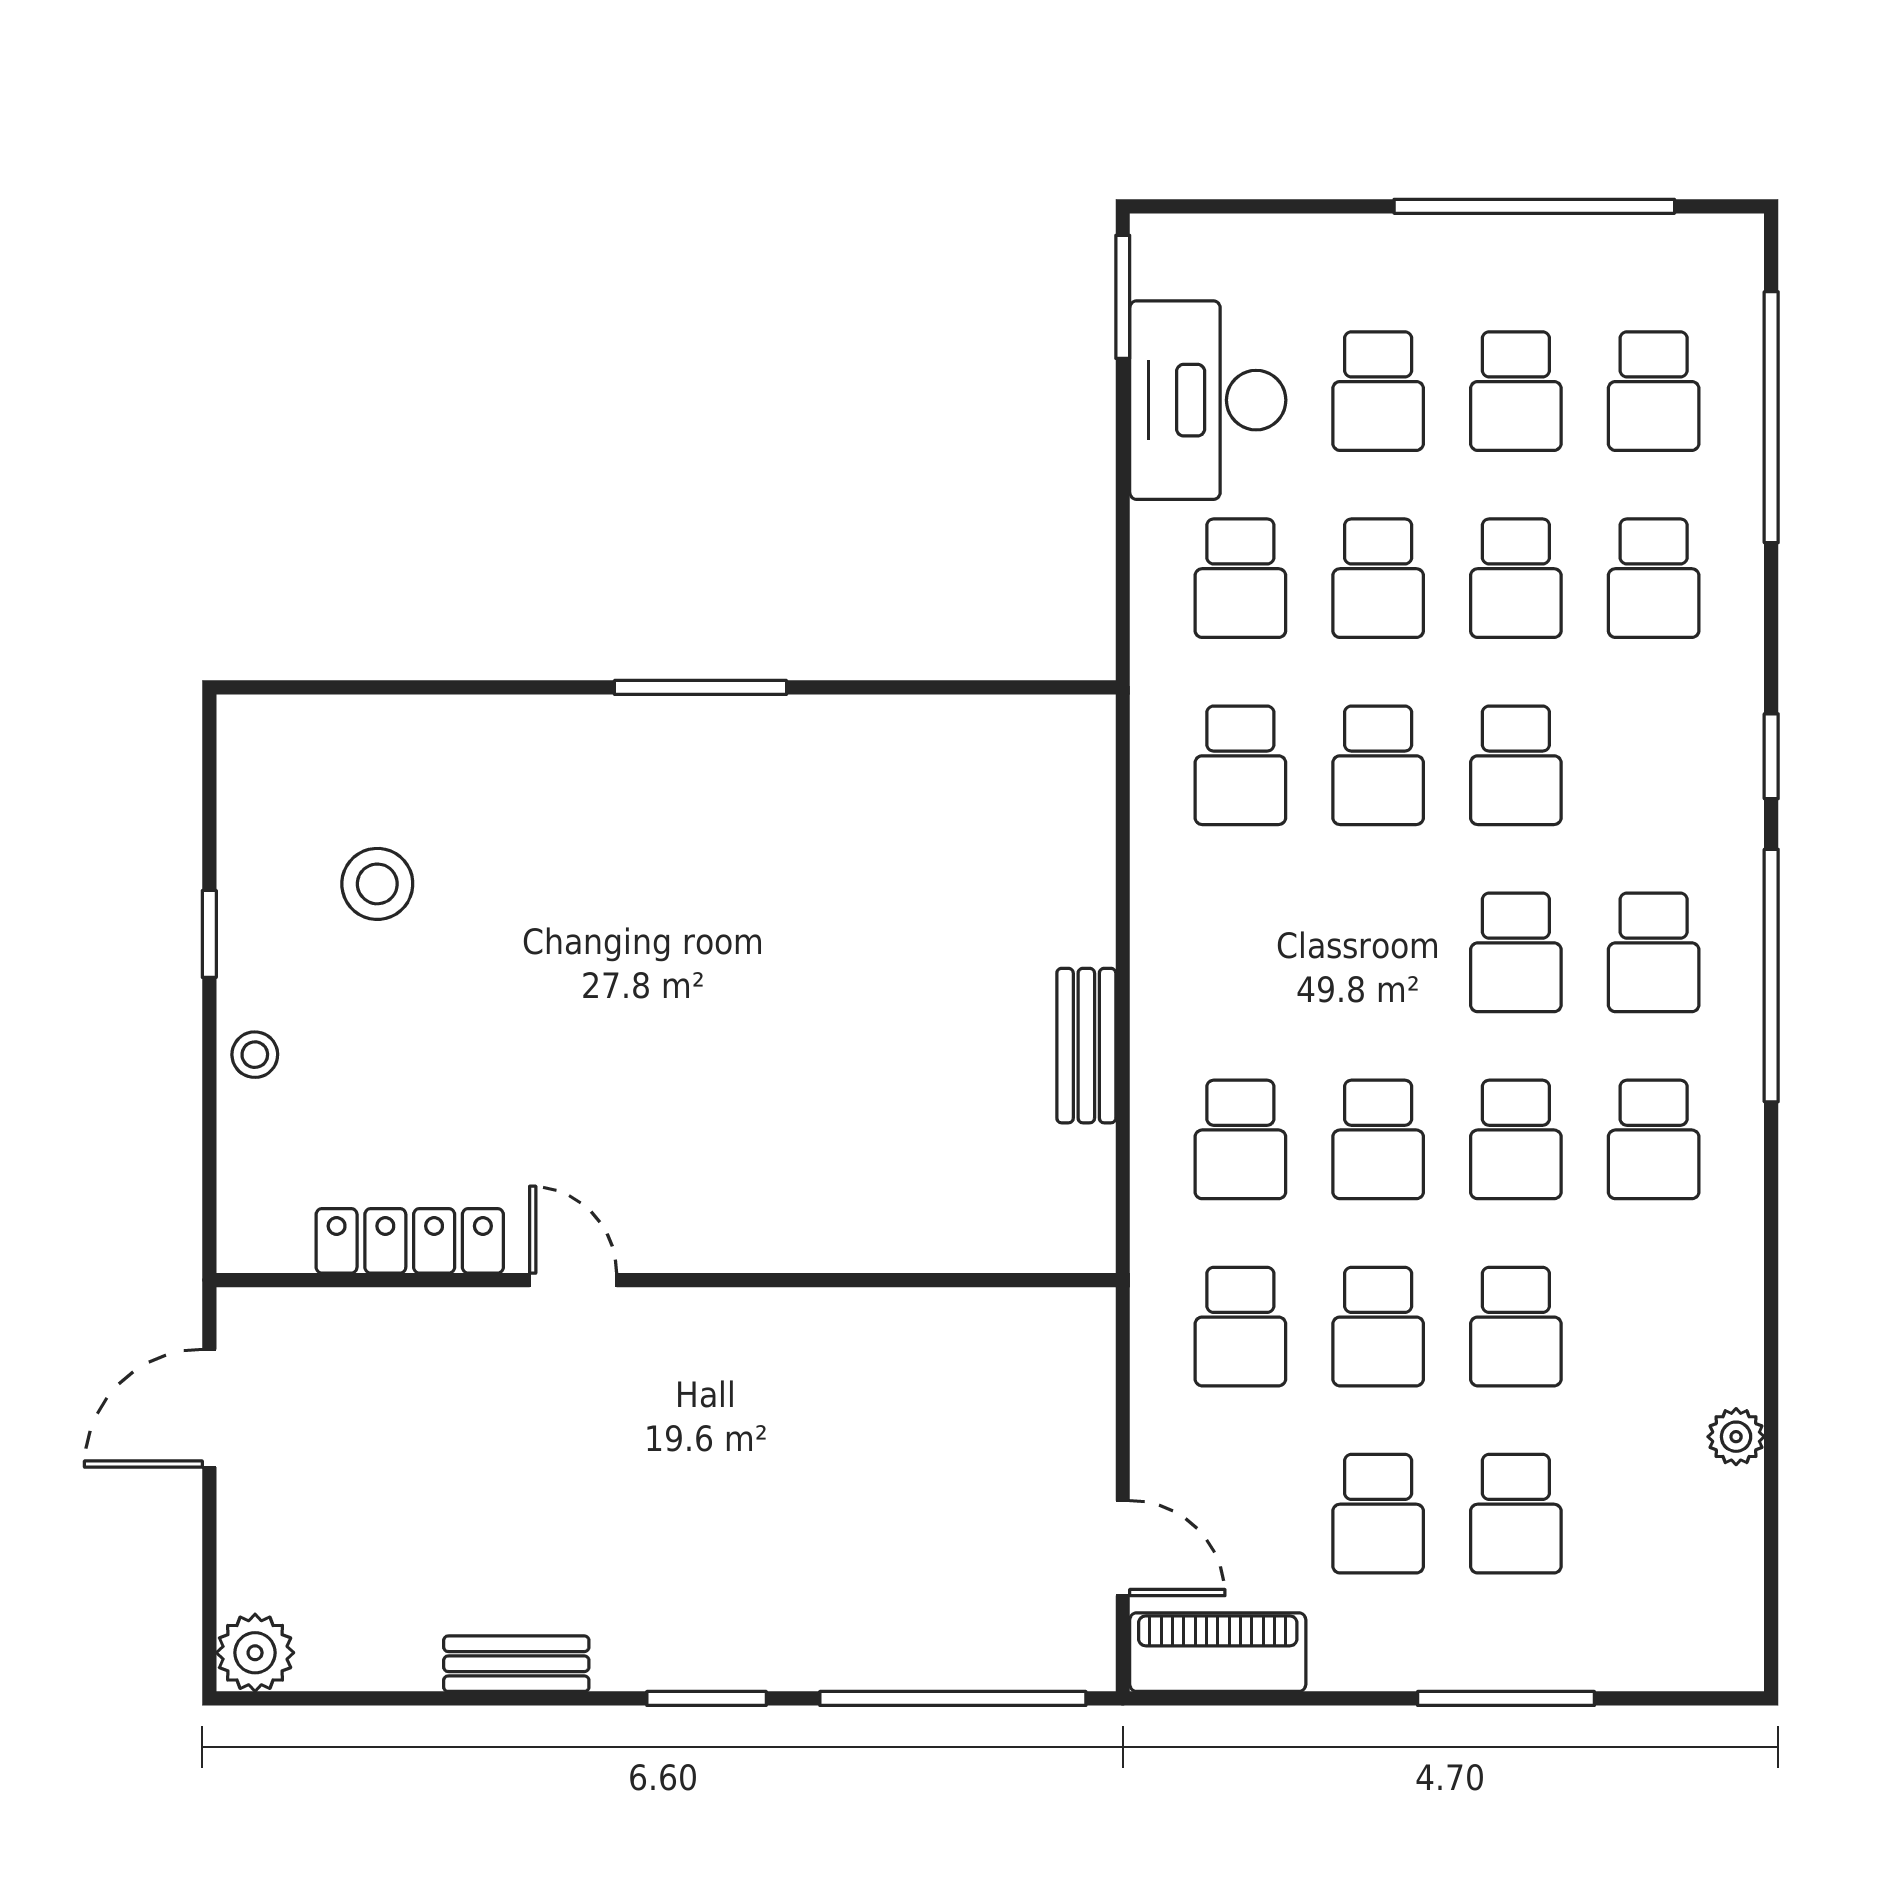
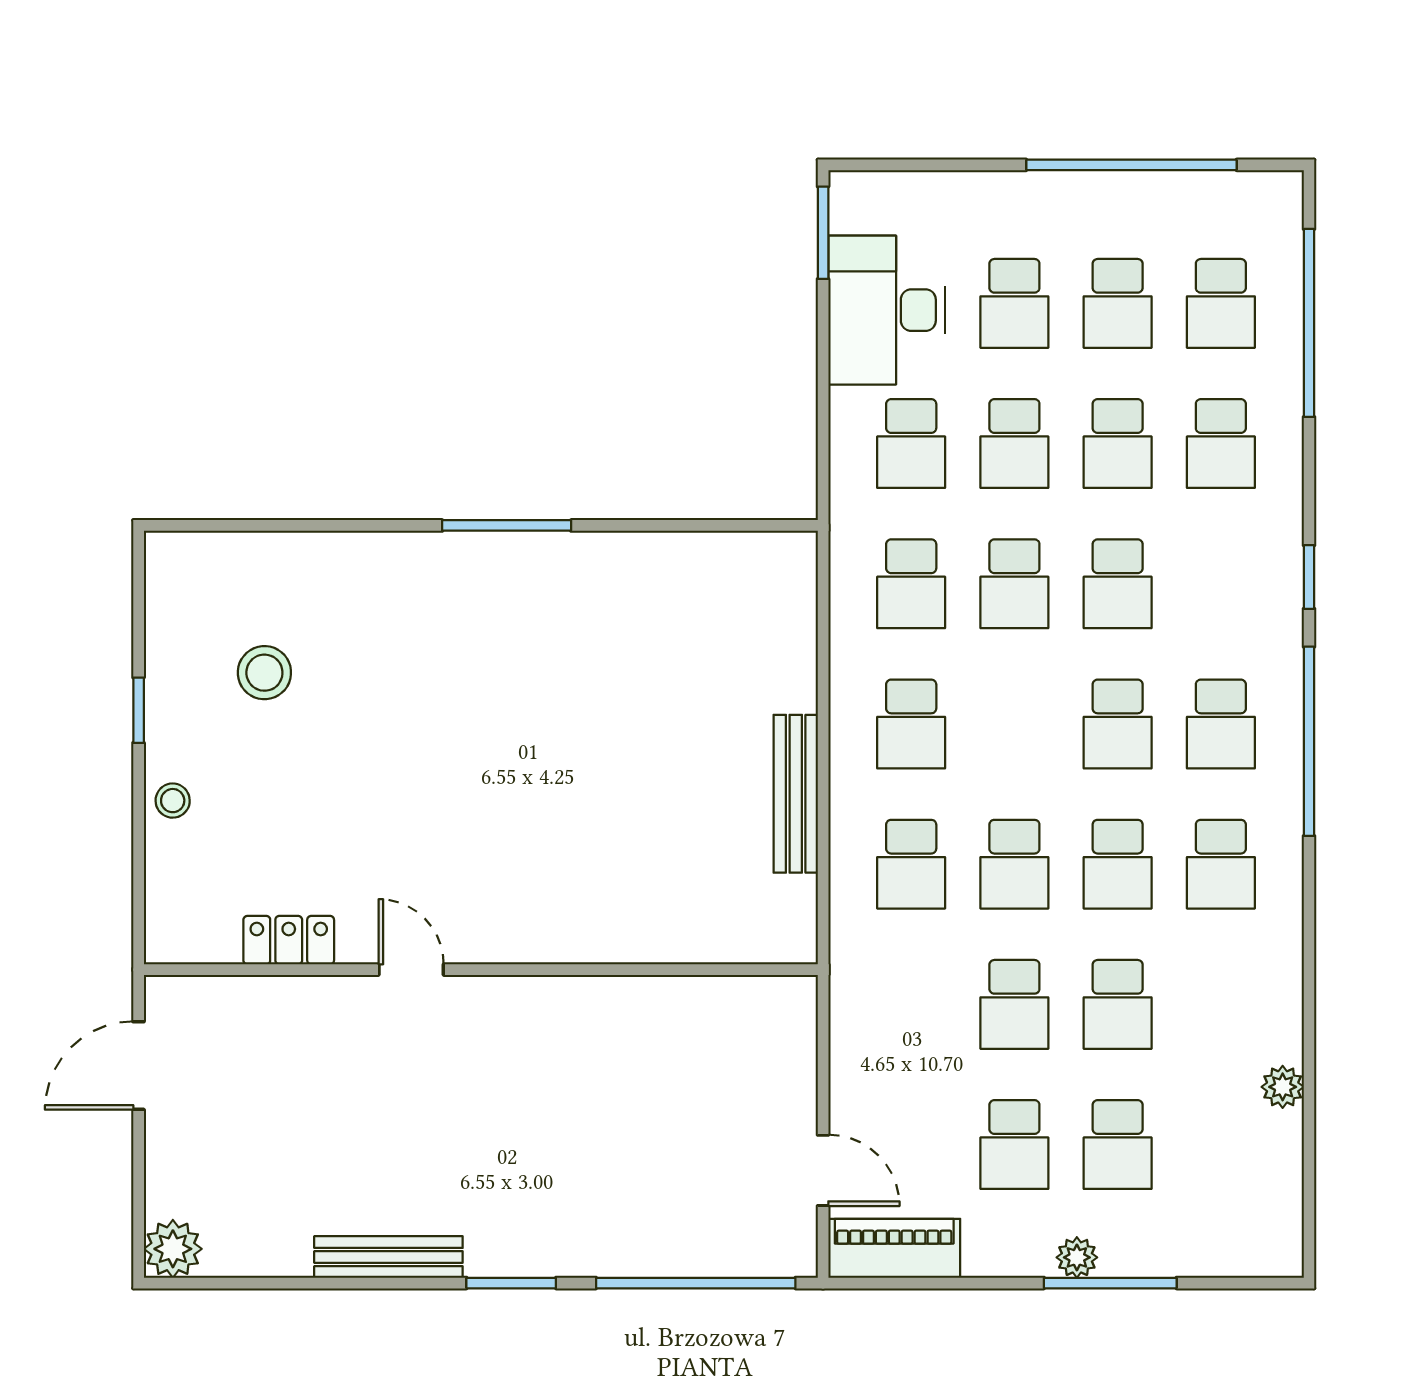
bench: (1086, 1046) -> (796, 794), width x1.36
locker: (410, 1241) -> (289, 940), width x0.66
school desk: (1240, 1327) -> (911, 724), moved
bench: (516, 1664) -> (388, 1257), width x1.36
plant: (1461, 1664) -> (1077, 1257), added

